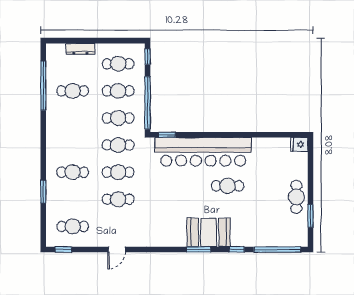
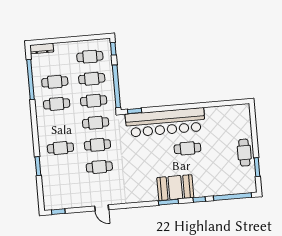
dresser: (80, 49) -> (42, 49), moved
fridge: (299, 144) -> (243, 110), removed
cafe table: (73, 226) -> (57, 104), moved
door: (117, 249) -> (102, 208), hinge flipped

